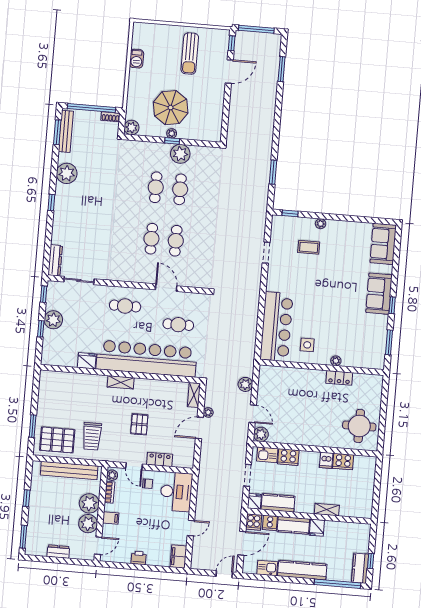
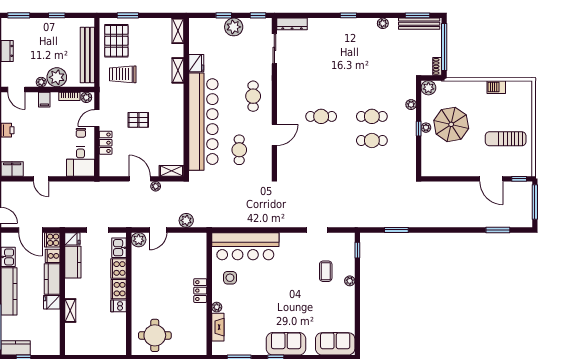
plant: (180, 154) -> (411, 105), moved, width x0.53, depth x0.53
plant: (67, 173) -> (383, 23), width x0.53, depth x0.53
cafe table: (176, 241) -> (321, 140), removed
fireplace: (356, 361) -> (218, 327), added
shelving: (52, 377) -> (178, 31), added
locker: (339, 378) -> (200, 291), moved
shelving: (121, 382) -> (178, 70), moved
cooker: (343, 462) -> (119, 289), moved
desk: (176, 492) -> (80, 161), width x0.73
plant: (88, 524) -> (41, 82), width x0.53, depth x0.53

